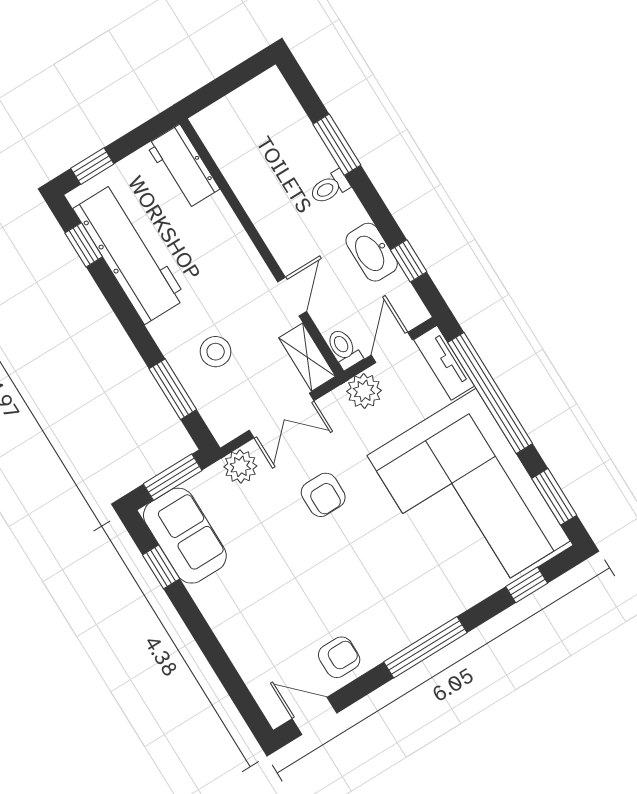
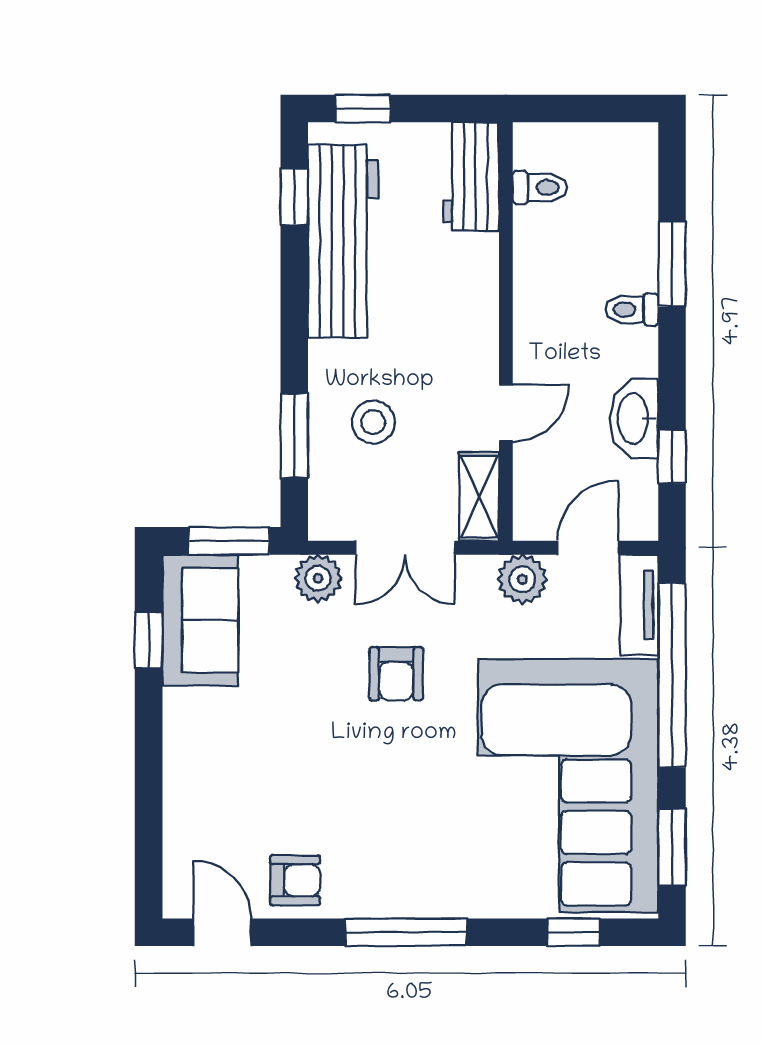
toilet: (344, 349) -> (540, 188), moved, turned 90

